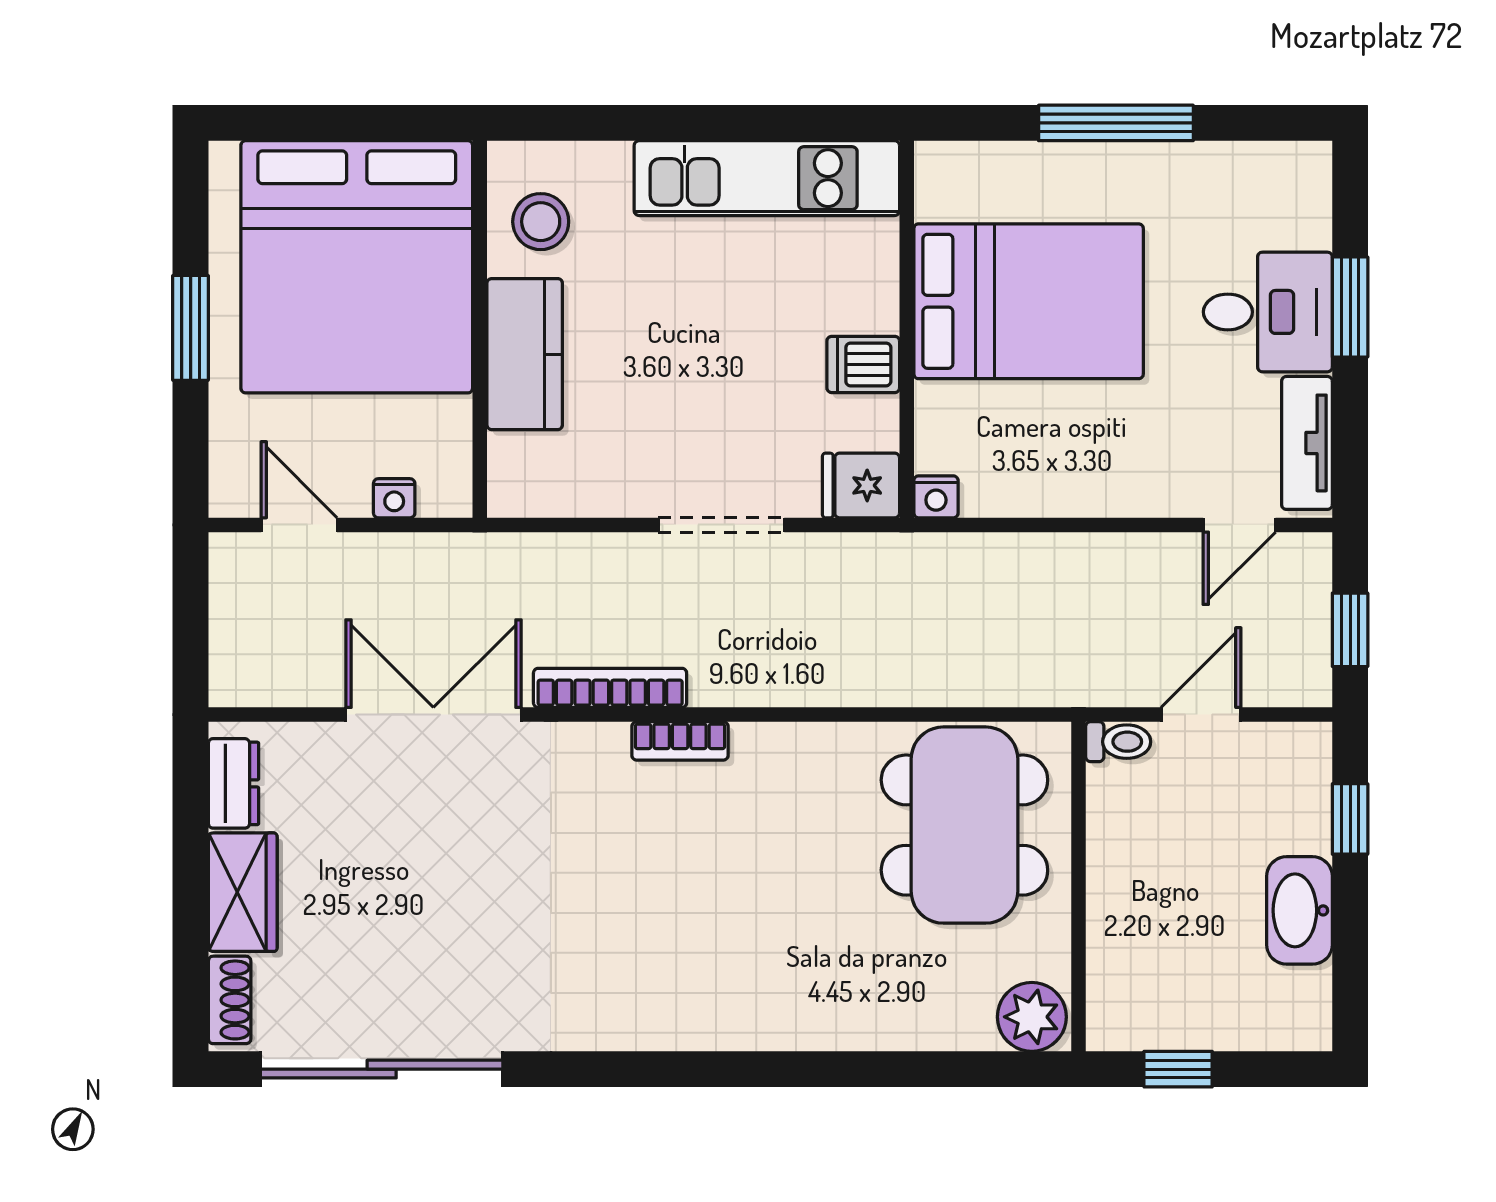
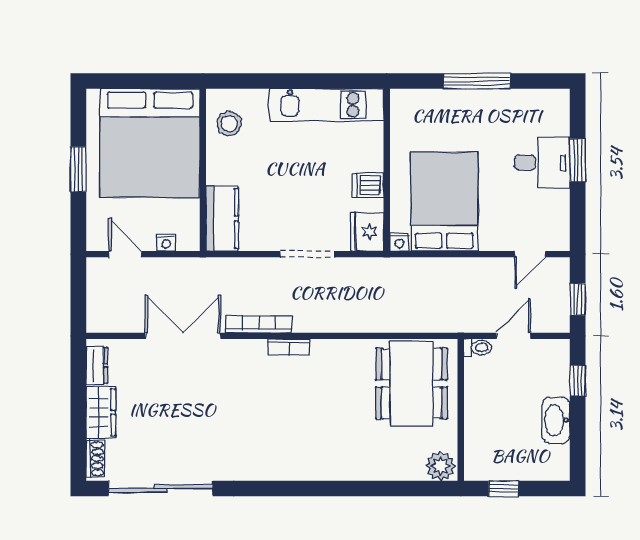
bed: (1029, 301) -> (444, 202), moved, turned -90
kitchen counter: (525, 354) -> (222, 219), moved
tv unit: (1307, 443) -> (559, 219), removed
fridge: (861, 485) -> (367, 232), width x1.38

